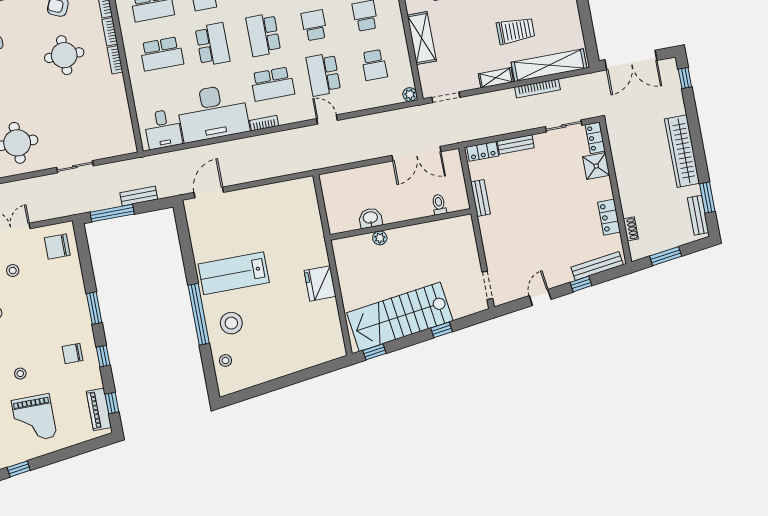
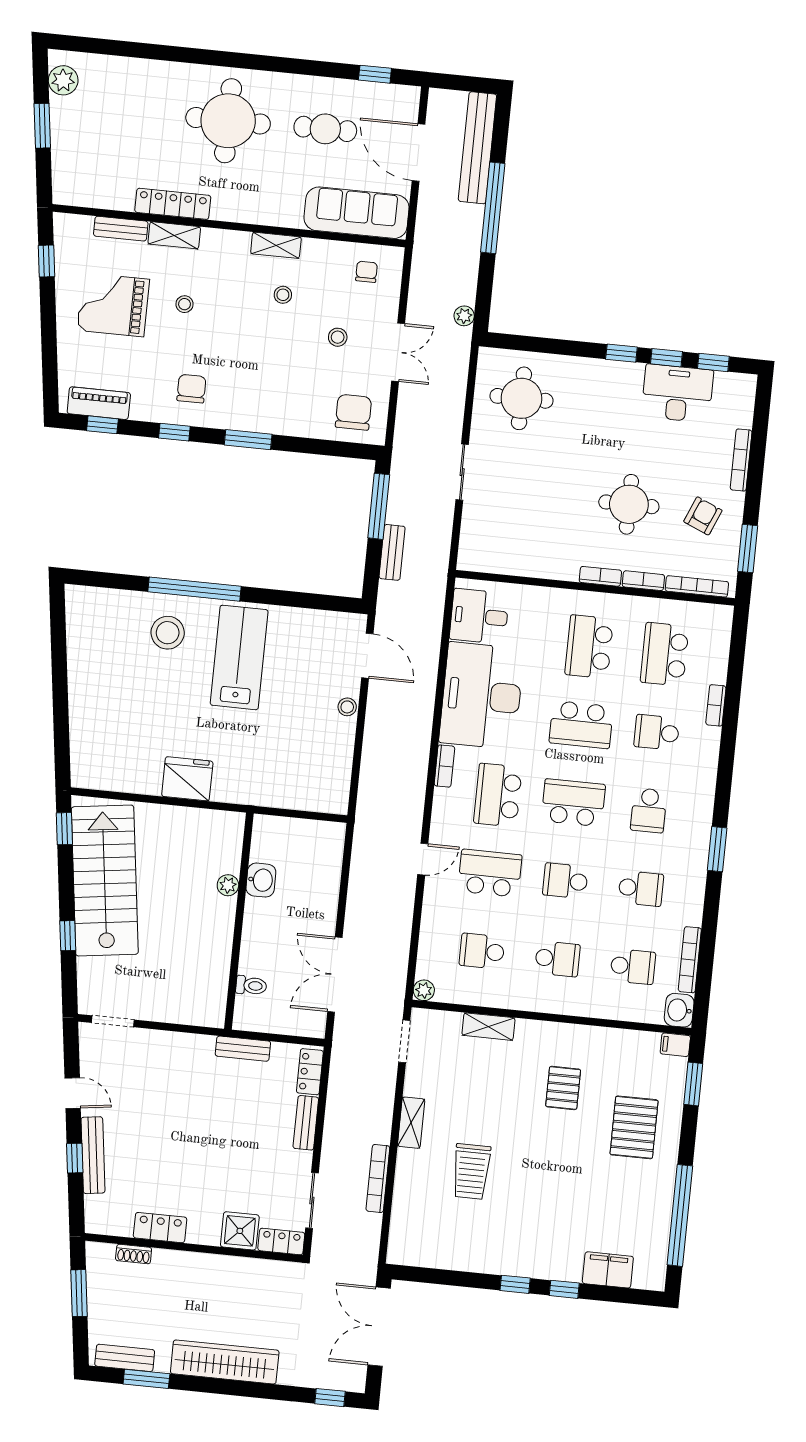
school desk: (314, 25) -> (565, 881), turned 180
shelving: (422, 38) -> (488, 1027), width x0.67, depth x0.75
shelving: (549, 65) -> (407, 1205), removed
bench: (597, 266) -> (93, 1155), moved
stool: (226, 361) -> (347, 707), moved

